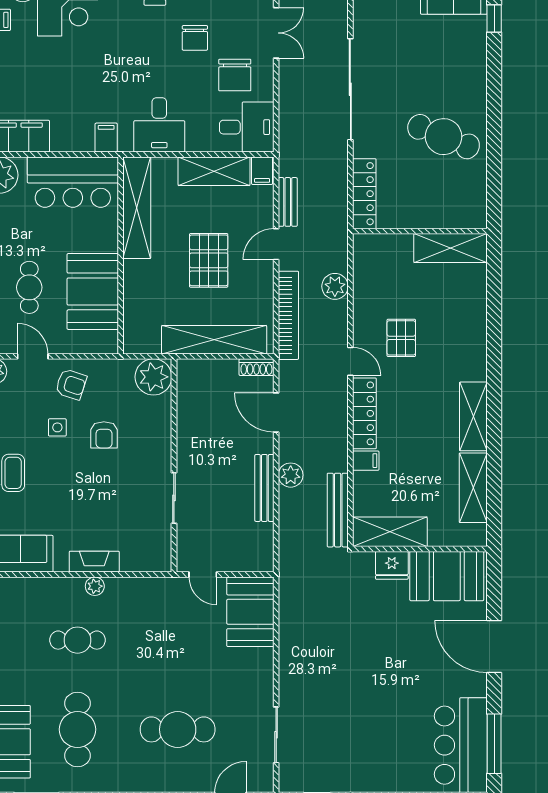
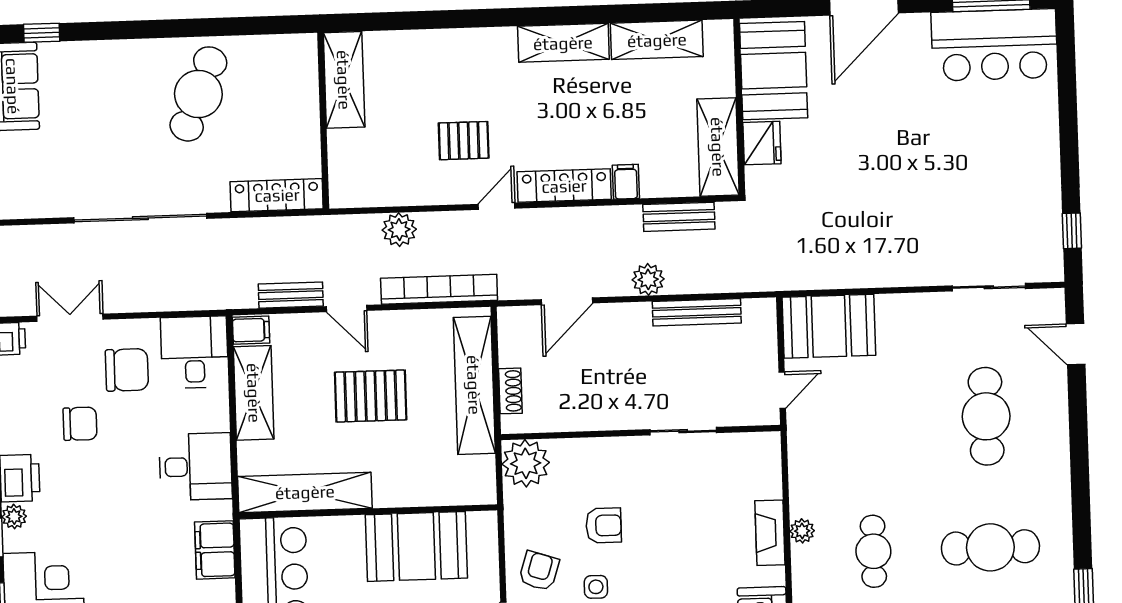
filing cabinet: (106, 138) -> (215, 550), width x2.00
shoe rack: (256, 367) -> (510, 391), moved
bench: (264, 488) -> (697, 312), moved
bench: (338, 510) -> (679, 217), width x0.73

